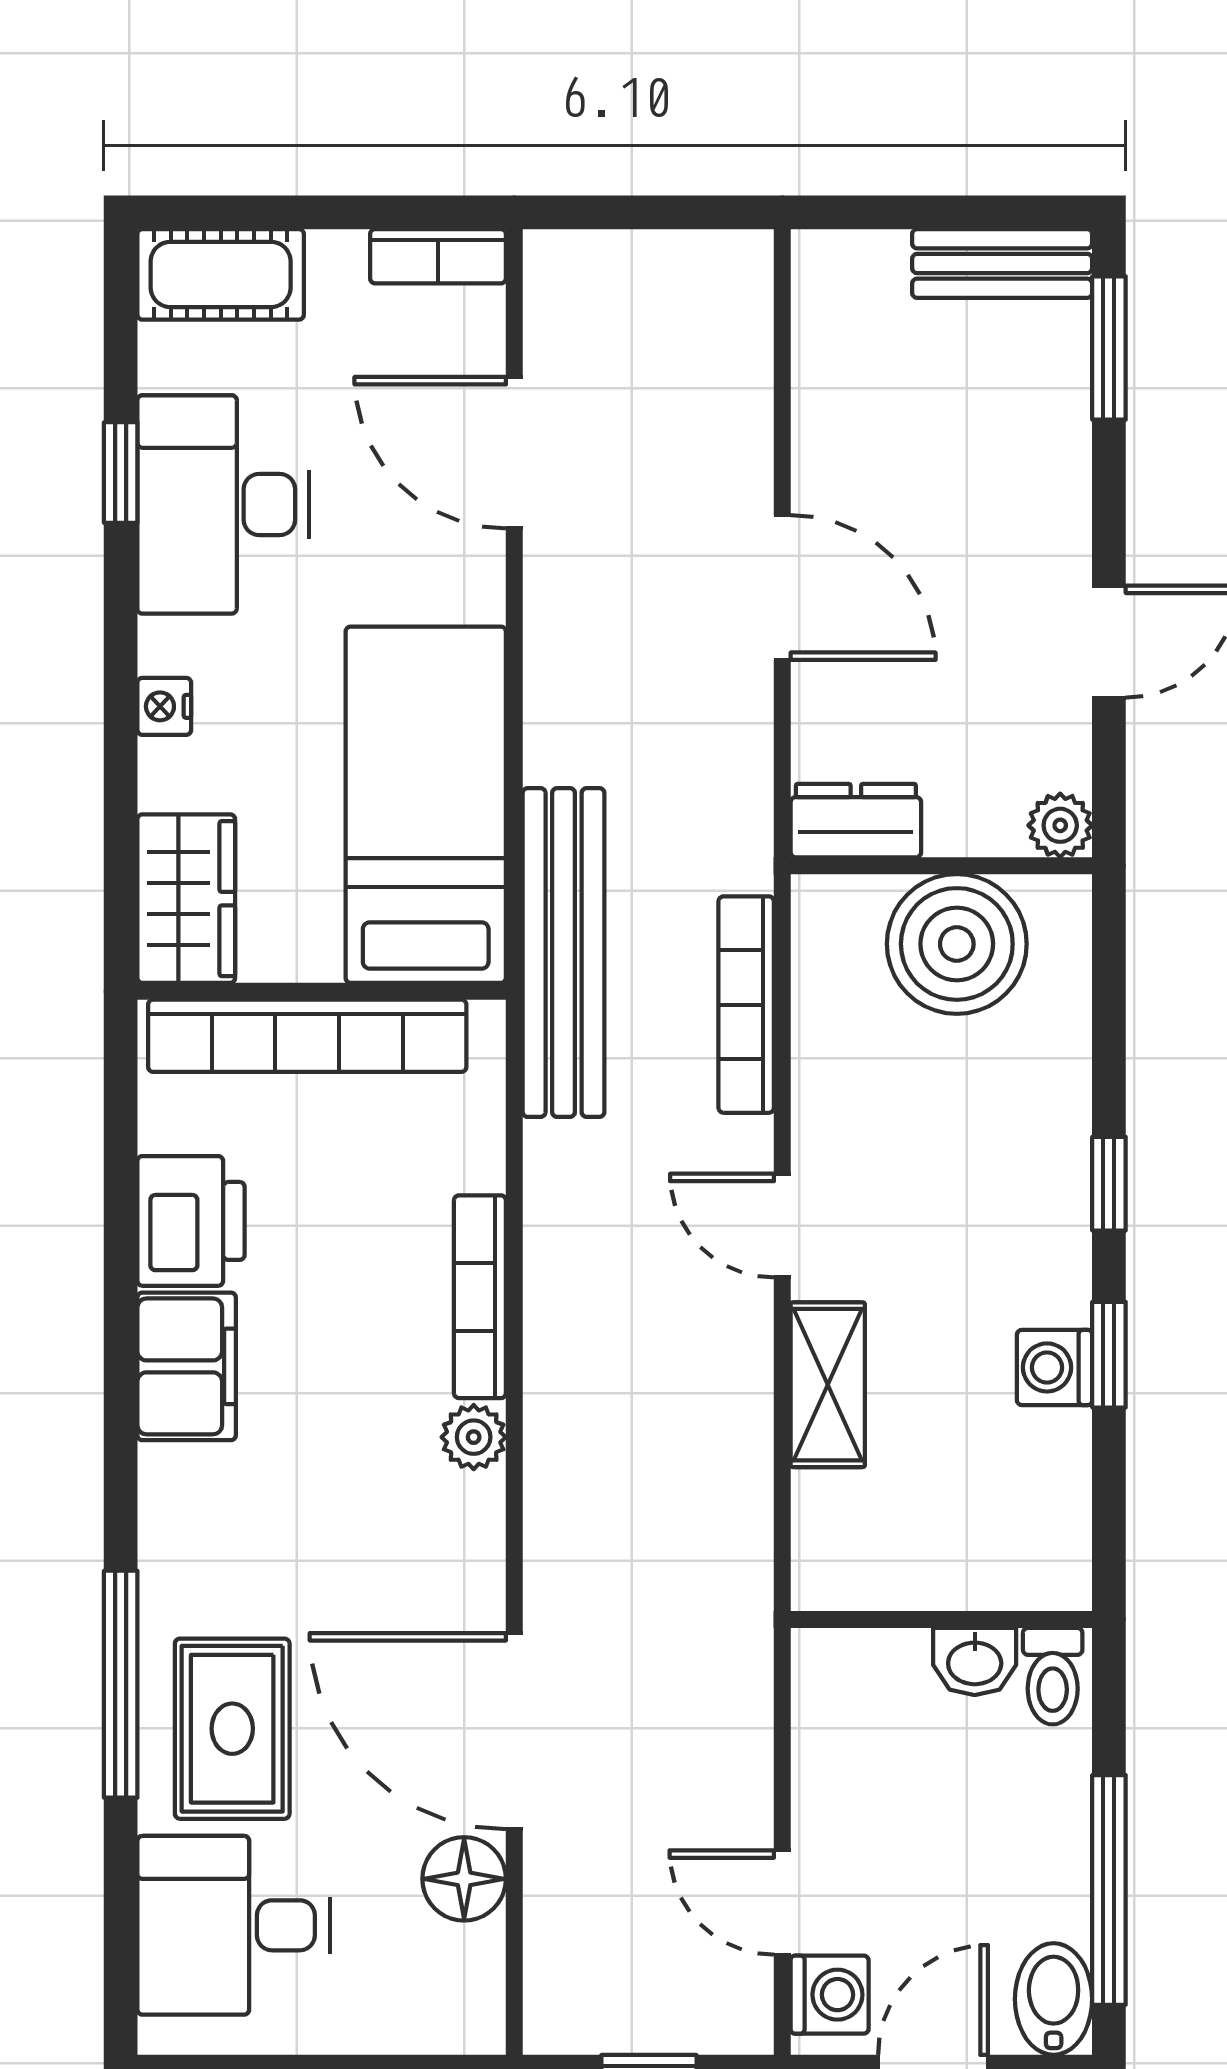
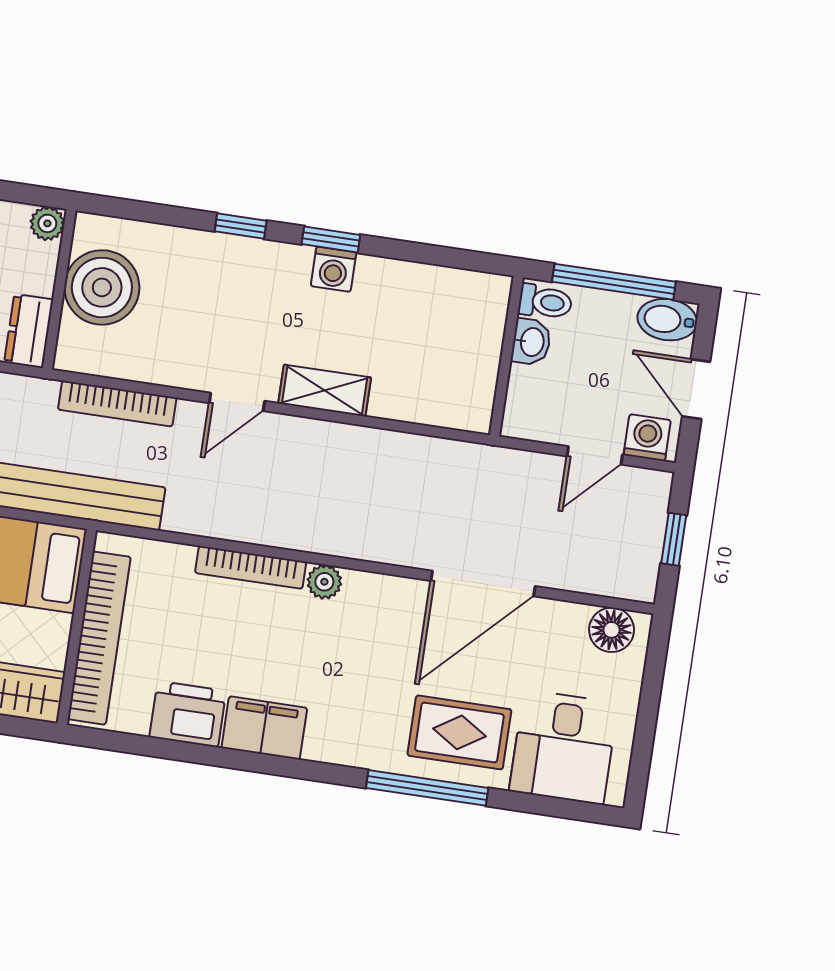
wall: (941, 1619) -> (506, 356), moved
washbasin: (975, 1661) -> (531, 342), moved
toilet: (1053, 1676) -> (545, 302), moved
floor lamp: (464, 1879) -> (612, 630), moved

